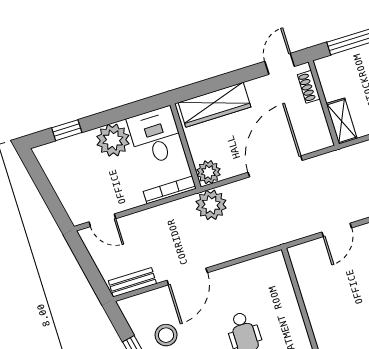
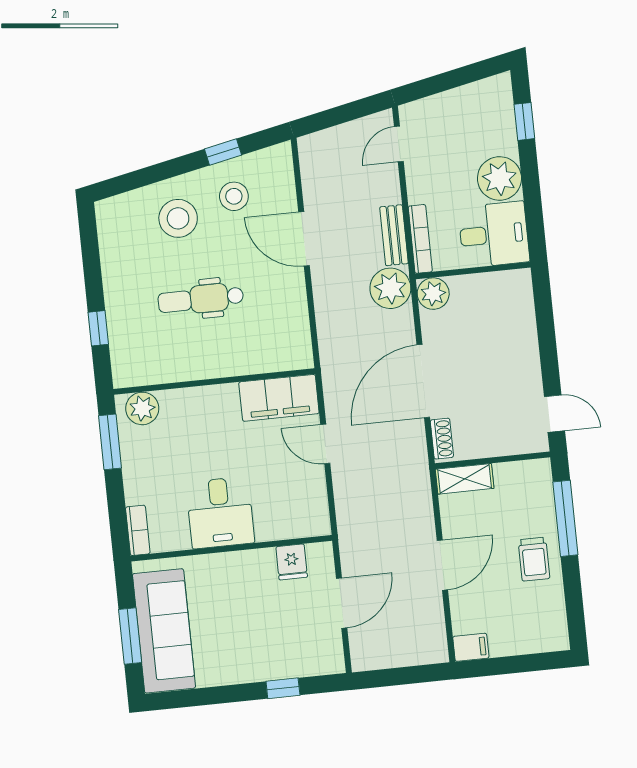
shoe rack: (309, 87) -> (442, 439), moved, turned 90
wardrobe: (214, 105) -> (519, 319), removed
door: (275, 166) -> (423, 381), swing flipped
filing cabinet: (309, 271) -> (279, 398), added
bench: (132, 282) -> (394, 235), moved

